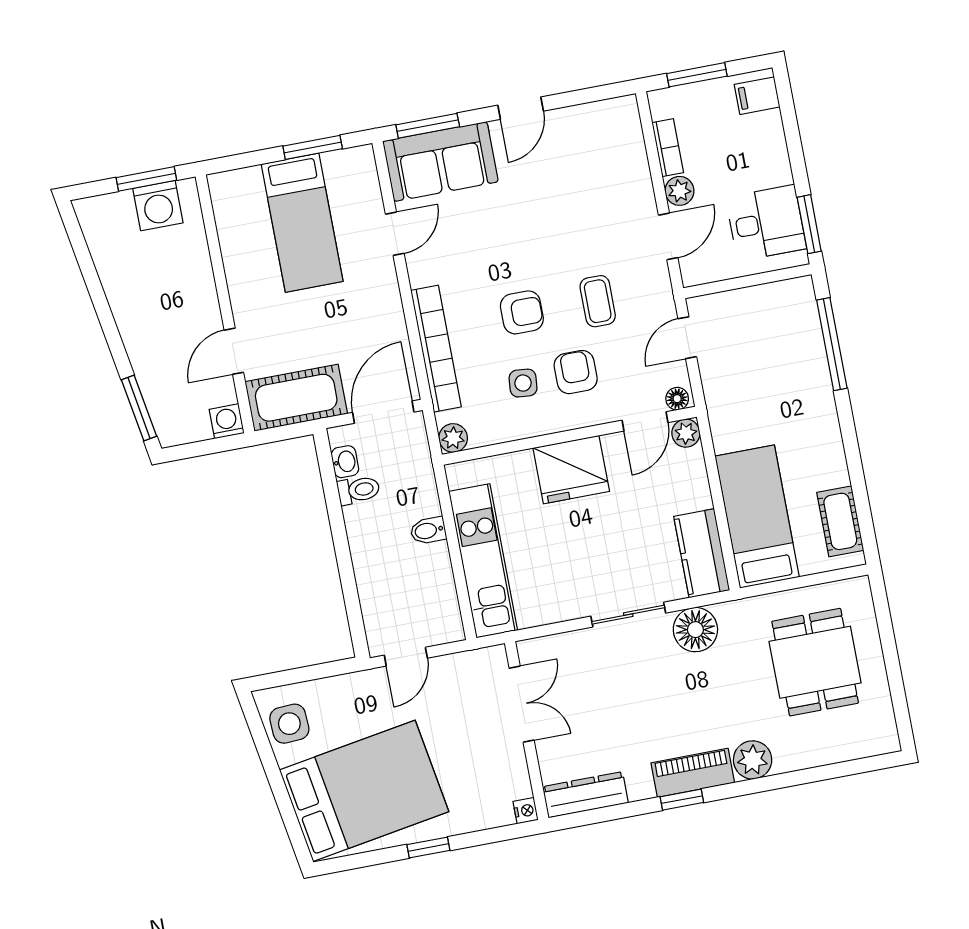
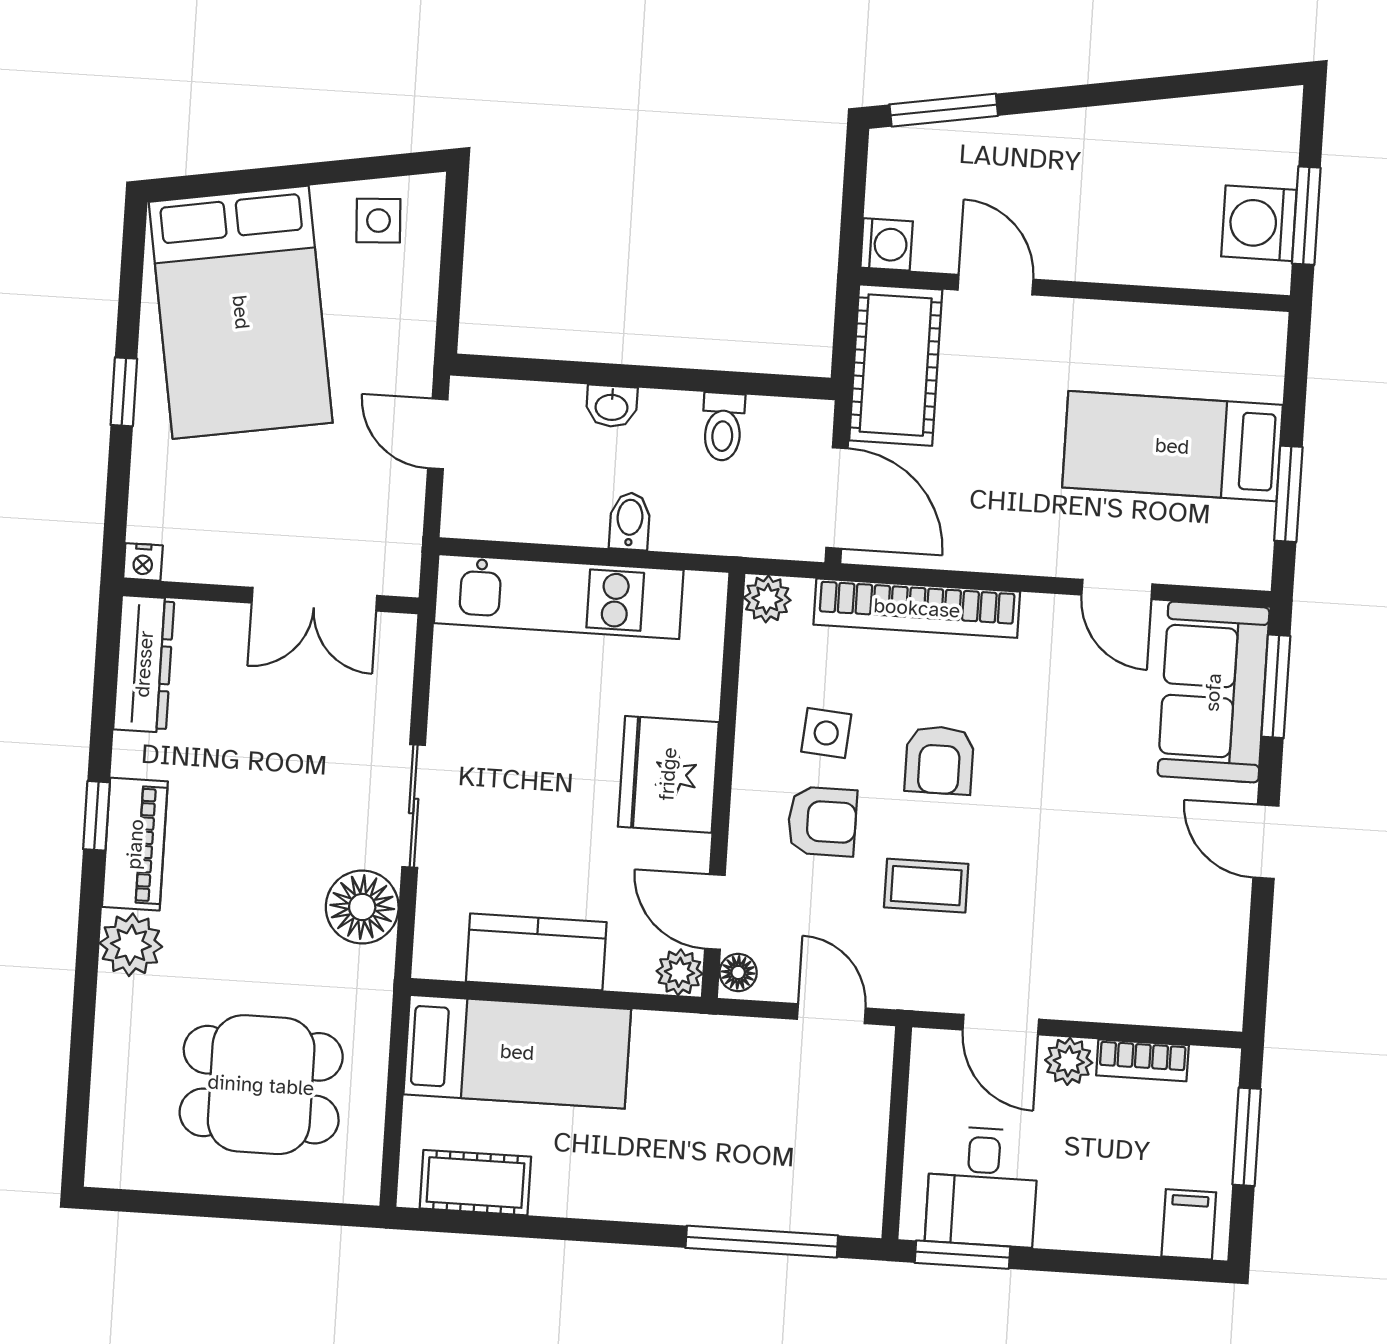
washbasin: (345, 462) -> (612, 406), moved
kitchen counter: (702, 553) -> (536, 952), moved
side table: (289, 724) -> (378, 221), width x0.73, depth x0.73

